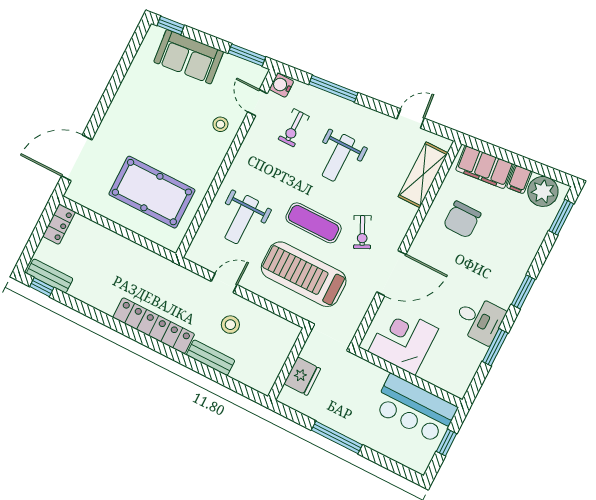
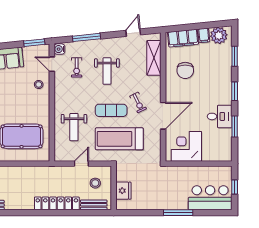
window: (561, 217) -> (235, 56), moved
wall: (289, 364) -> (114, 188), moved
fridge: (302, 376) -> (123, 191), moved
bar counter: (415, 409) -> (210, 198), moved, turned 180

